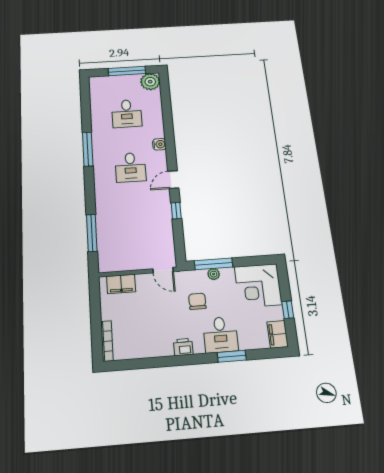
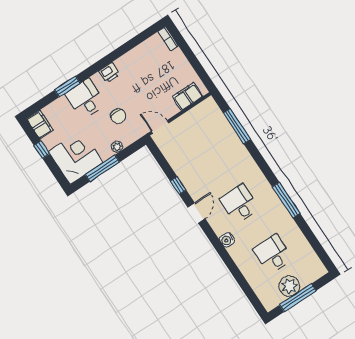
plant: (150, 82) -> (289, 286), moved
window: (214, 264) -> (102, 168), moved
bookcase: (107, 341) -> (168, 39), width x0.64

